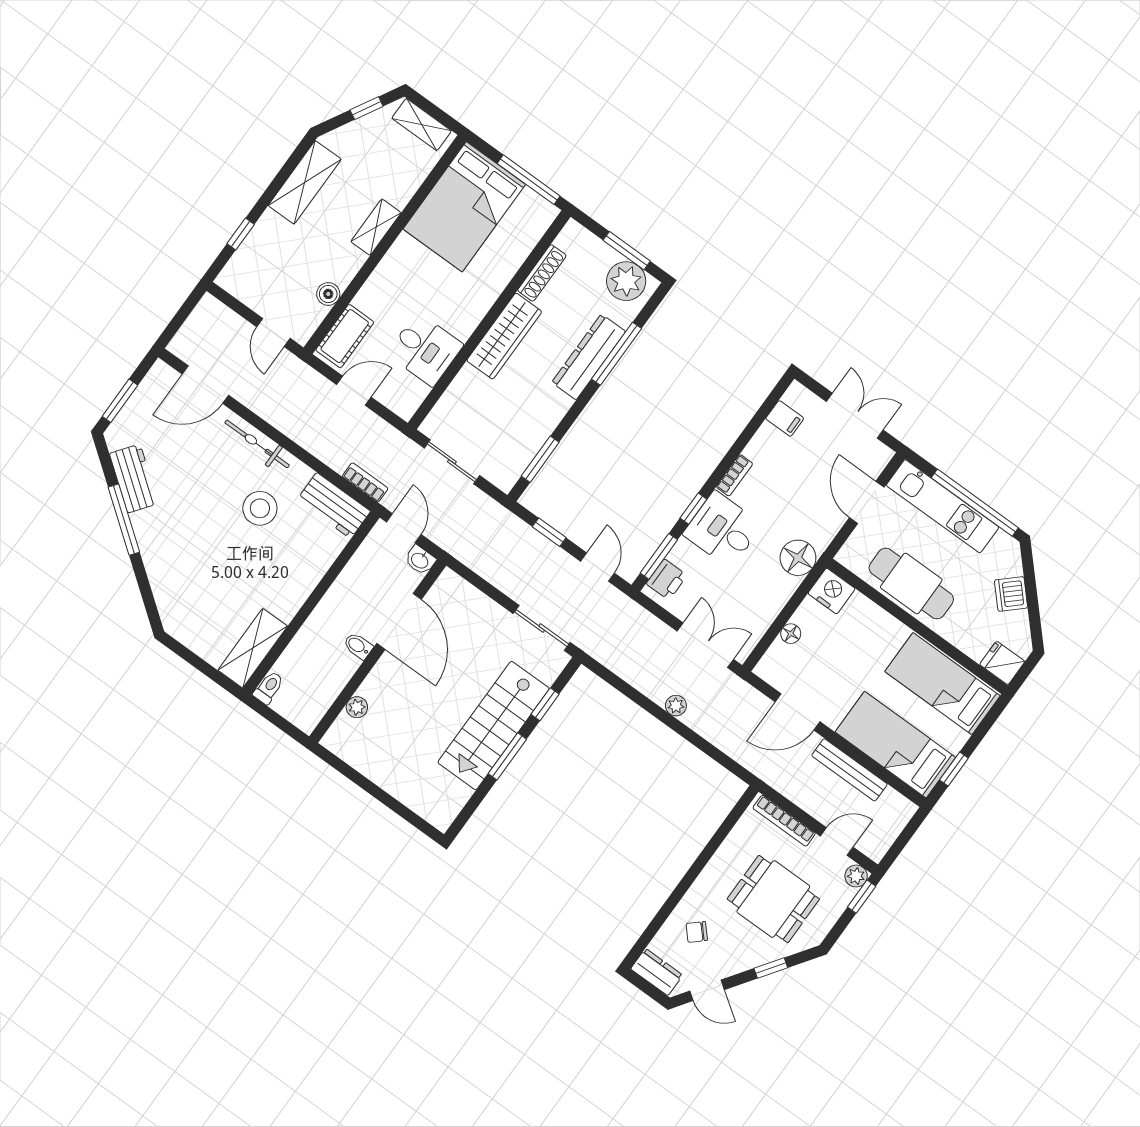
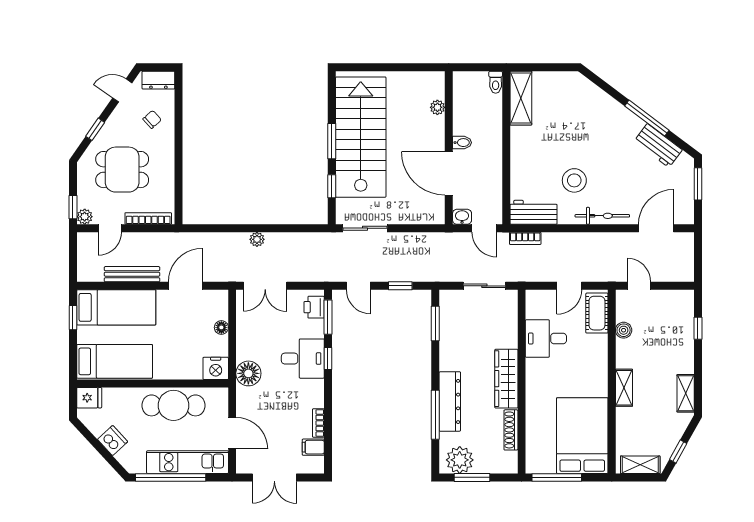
shelving: (305, 182) -> (686, 393), width x0.67, depth x0.75
bookcase: (734, 475) -> (318, 423), moved
stairs: (494, 725) -> (361, 137), width x1.36, depth x1.51

